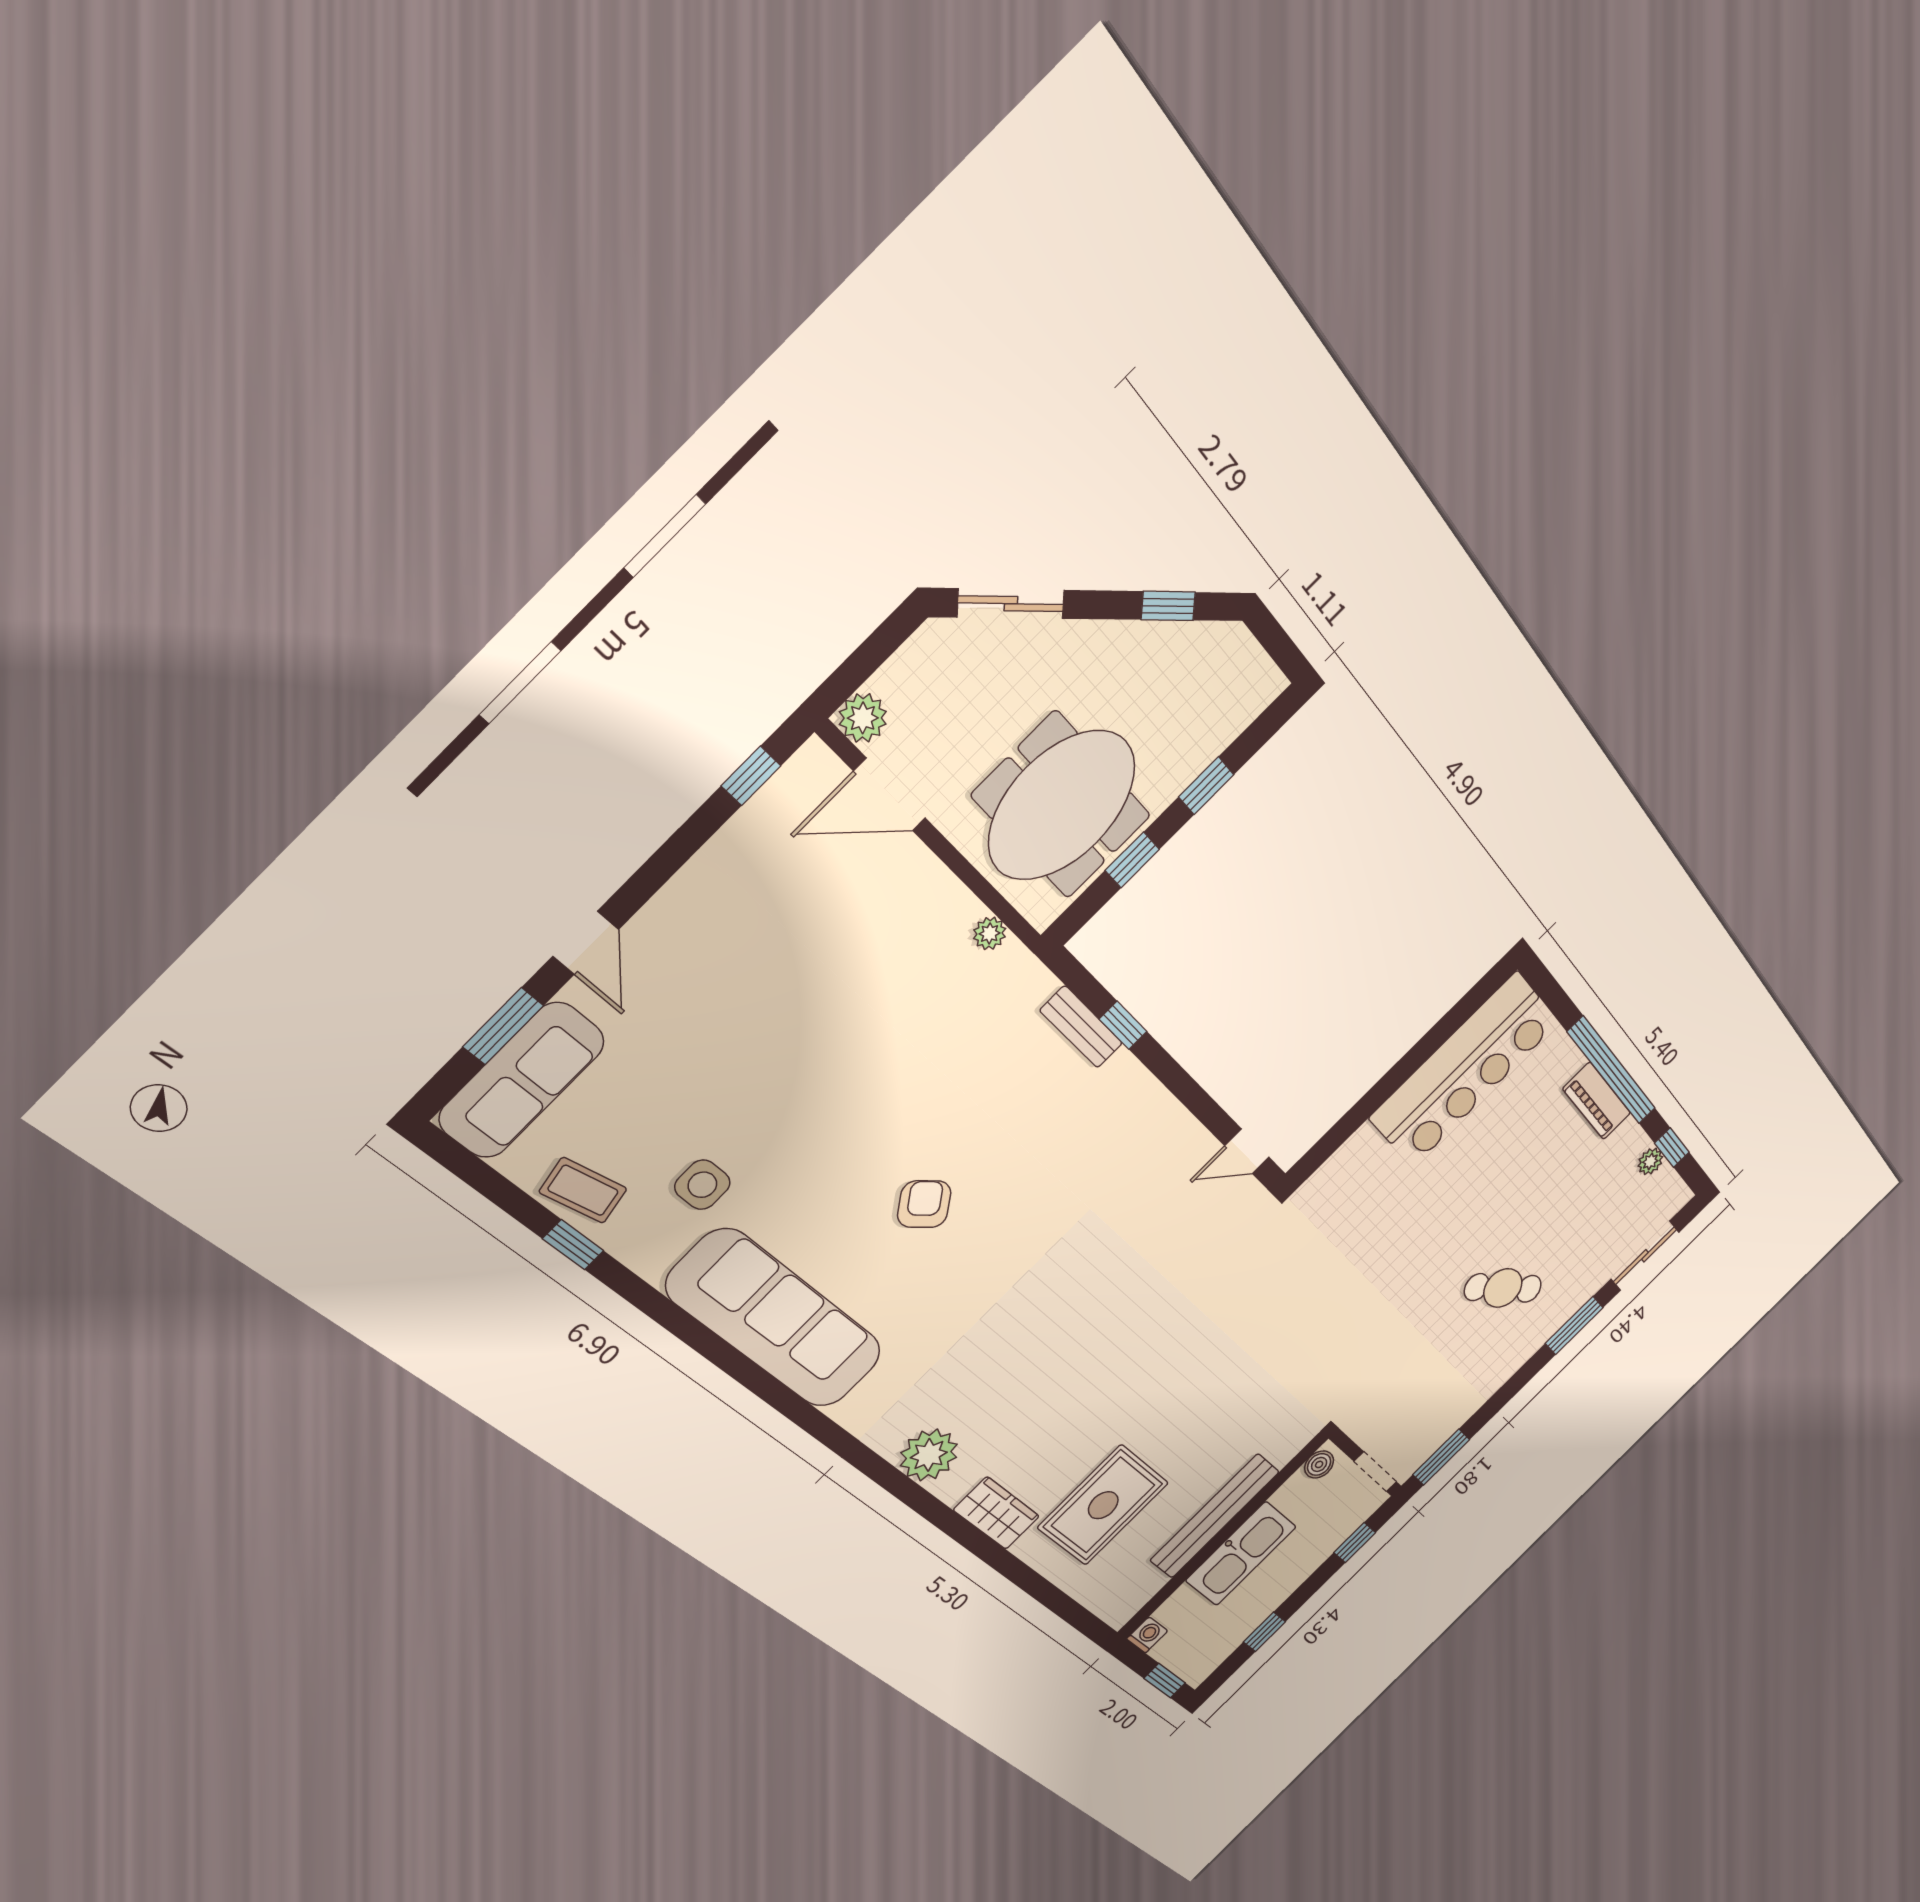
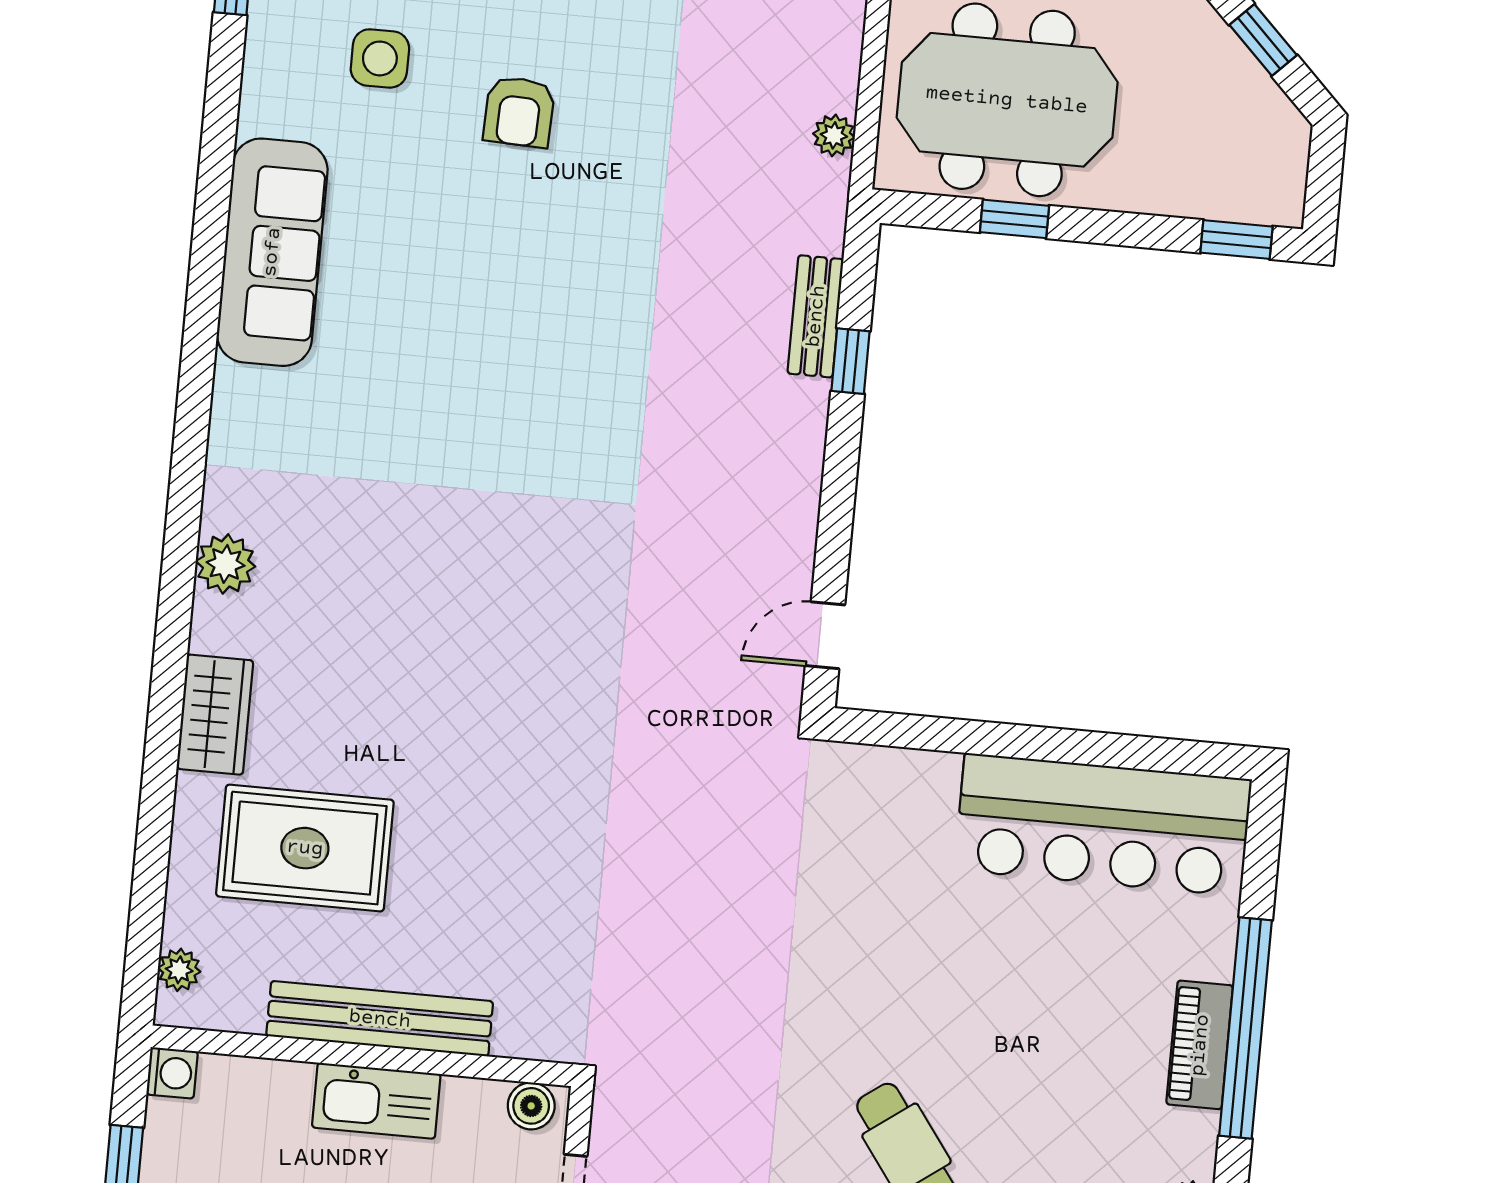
window: (1206, 786) -> (1236, 240), moved
door: (1247, 1151) -> (825, 635), hinge flipped
armchair: (924, 1204) -> (519, 112), moved, turned 130
sofa: (776, 1320) -> (272, 252), width x0.74, depth x0.79
plant: (929, 1455) -> (226, 564), width x0.73, depth x0.73
kitchen sink: (1241, 1554) -> (376, 1101), width x0.73, depth x0.81
plant: (1104, 1604) -> (179, 970), added

